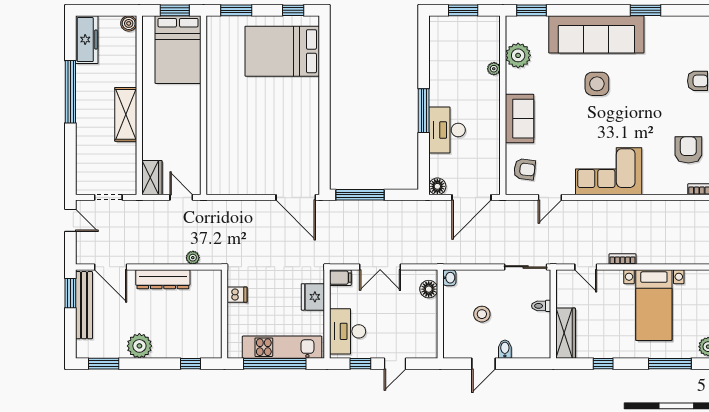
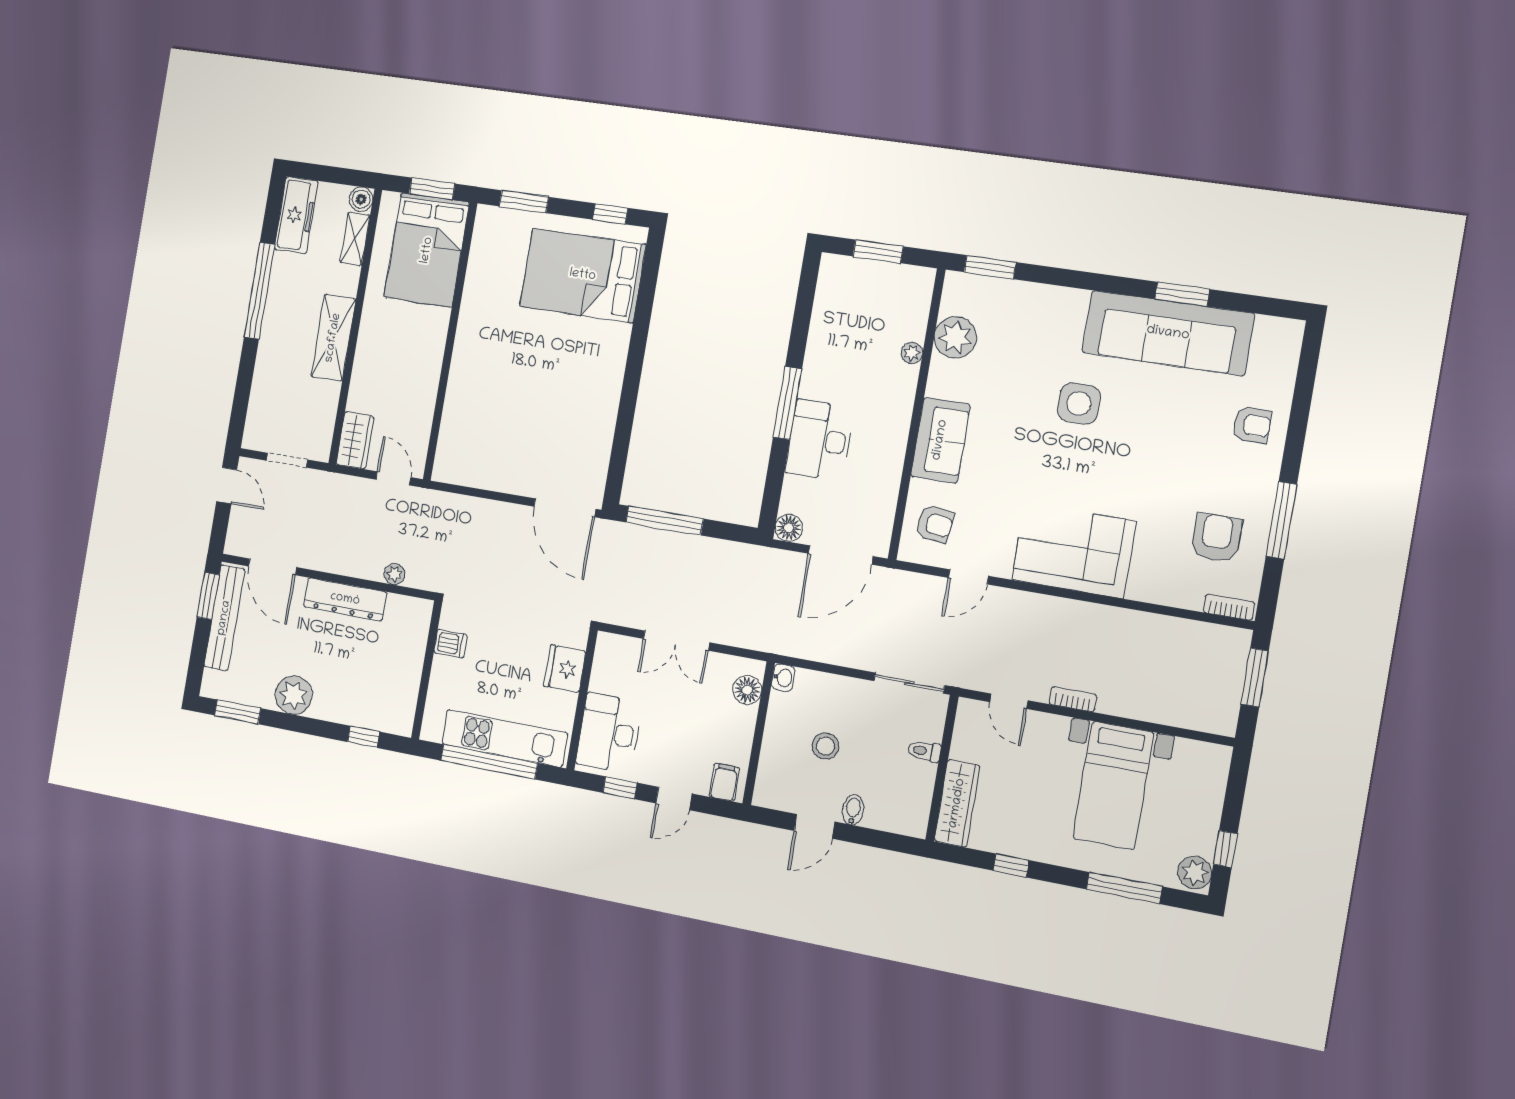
sofa: (596, 34) -> (1168, 333), moved
shelving: (129, 49) -> (355, 239), added
filing cabinet: (340, 278) -> (724, 782), moved, turned -90

